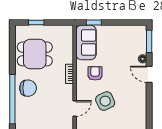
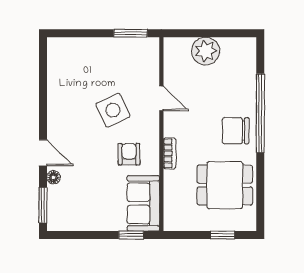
armchair: (95, 73) -> (129, 154), turned 180
door: (75, 108) -> (161, 98), swing flipped

